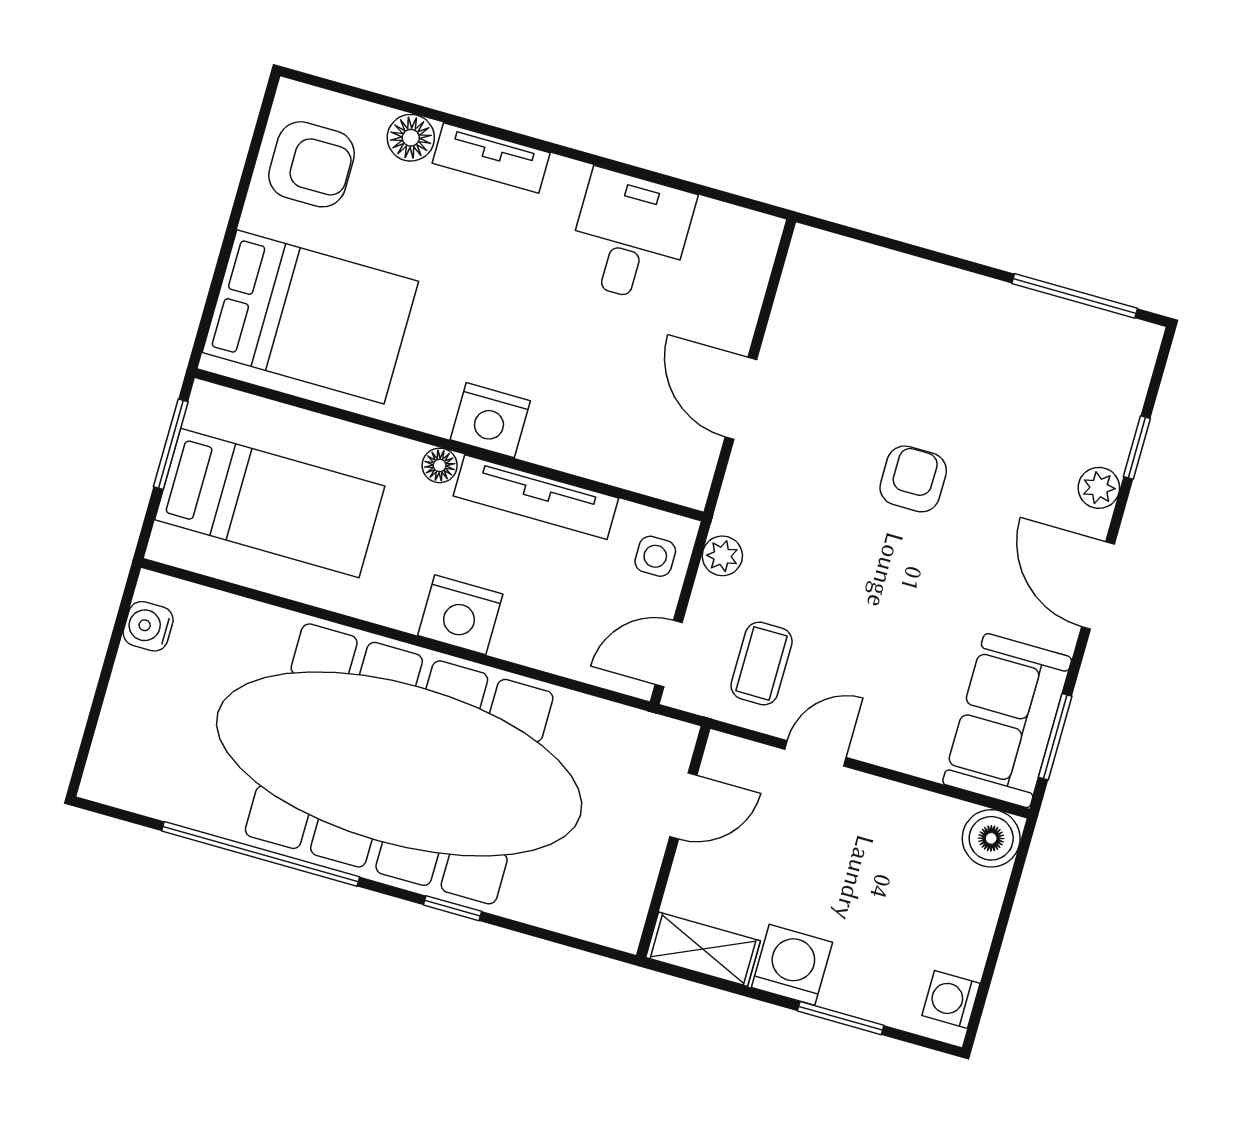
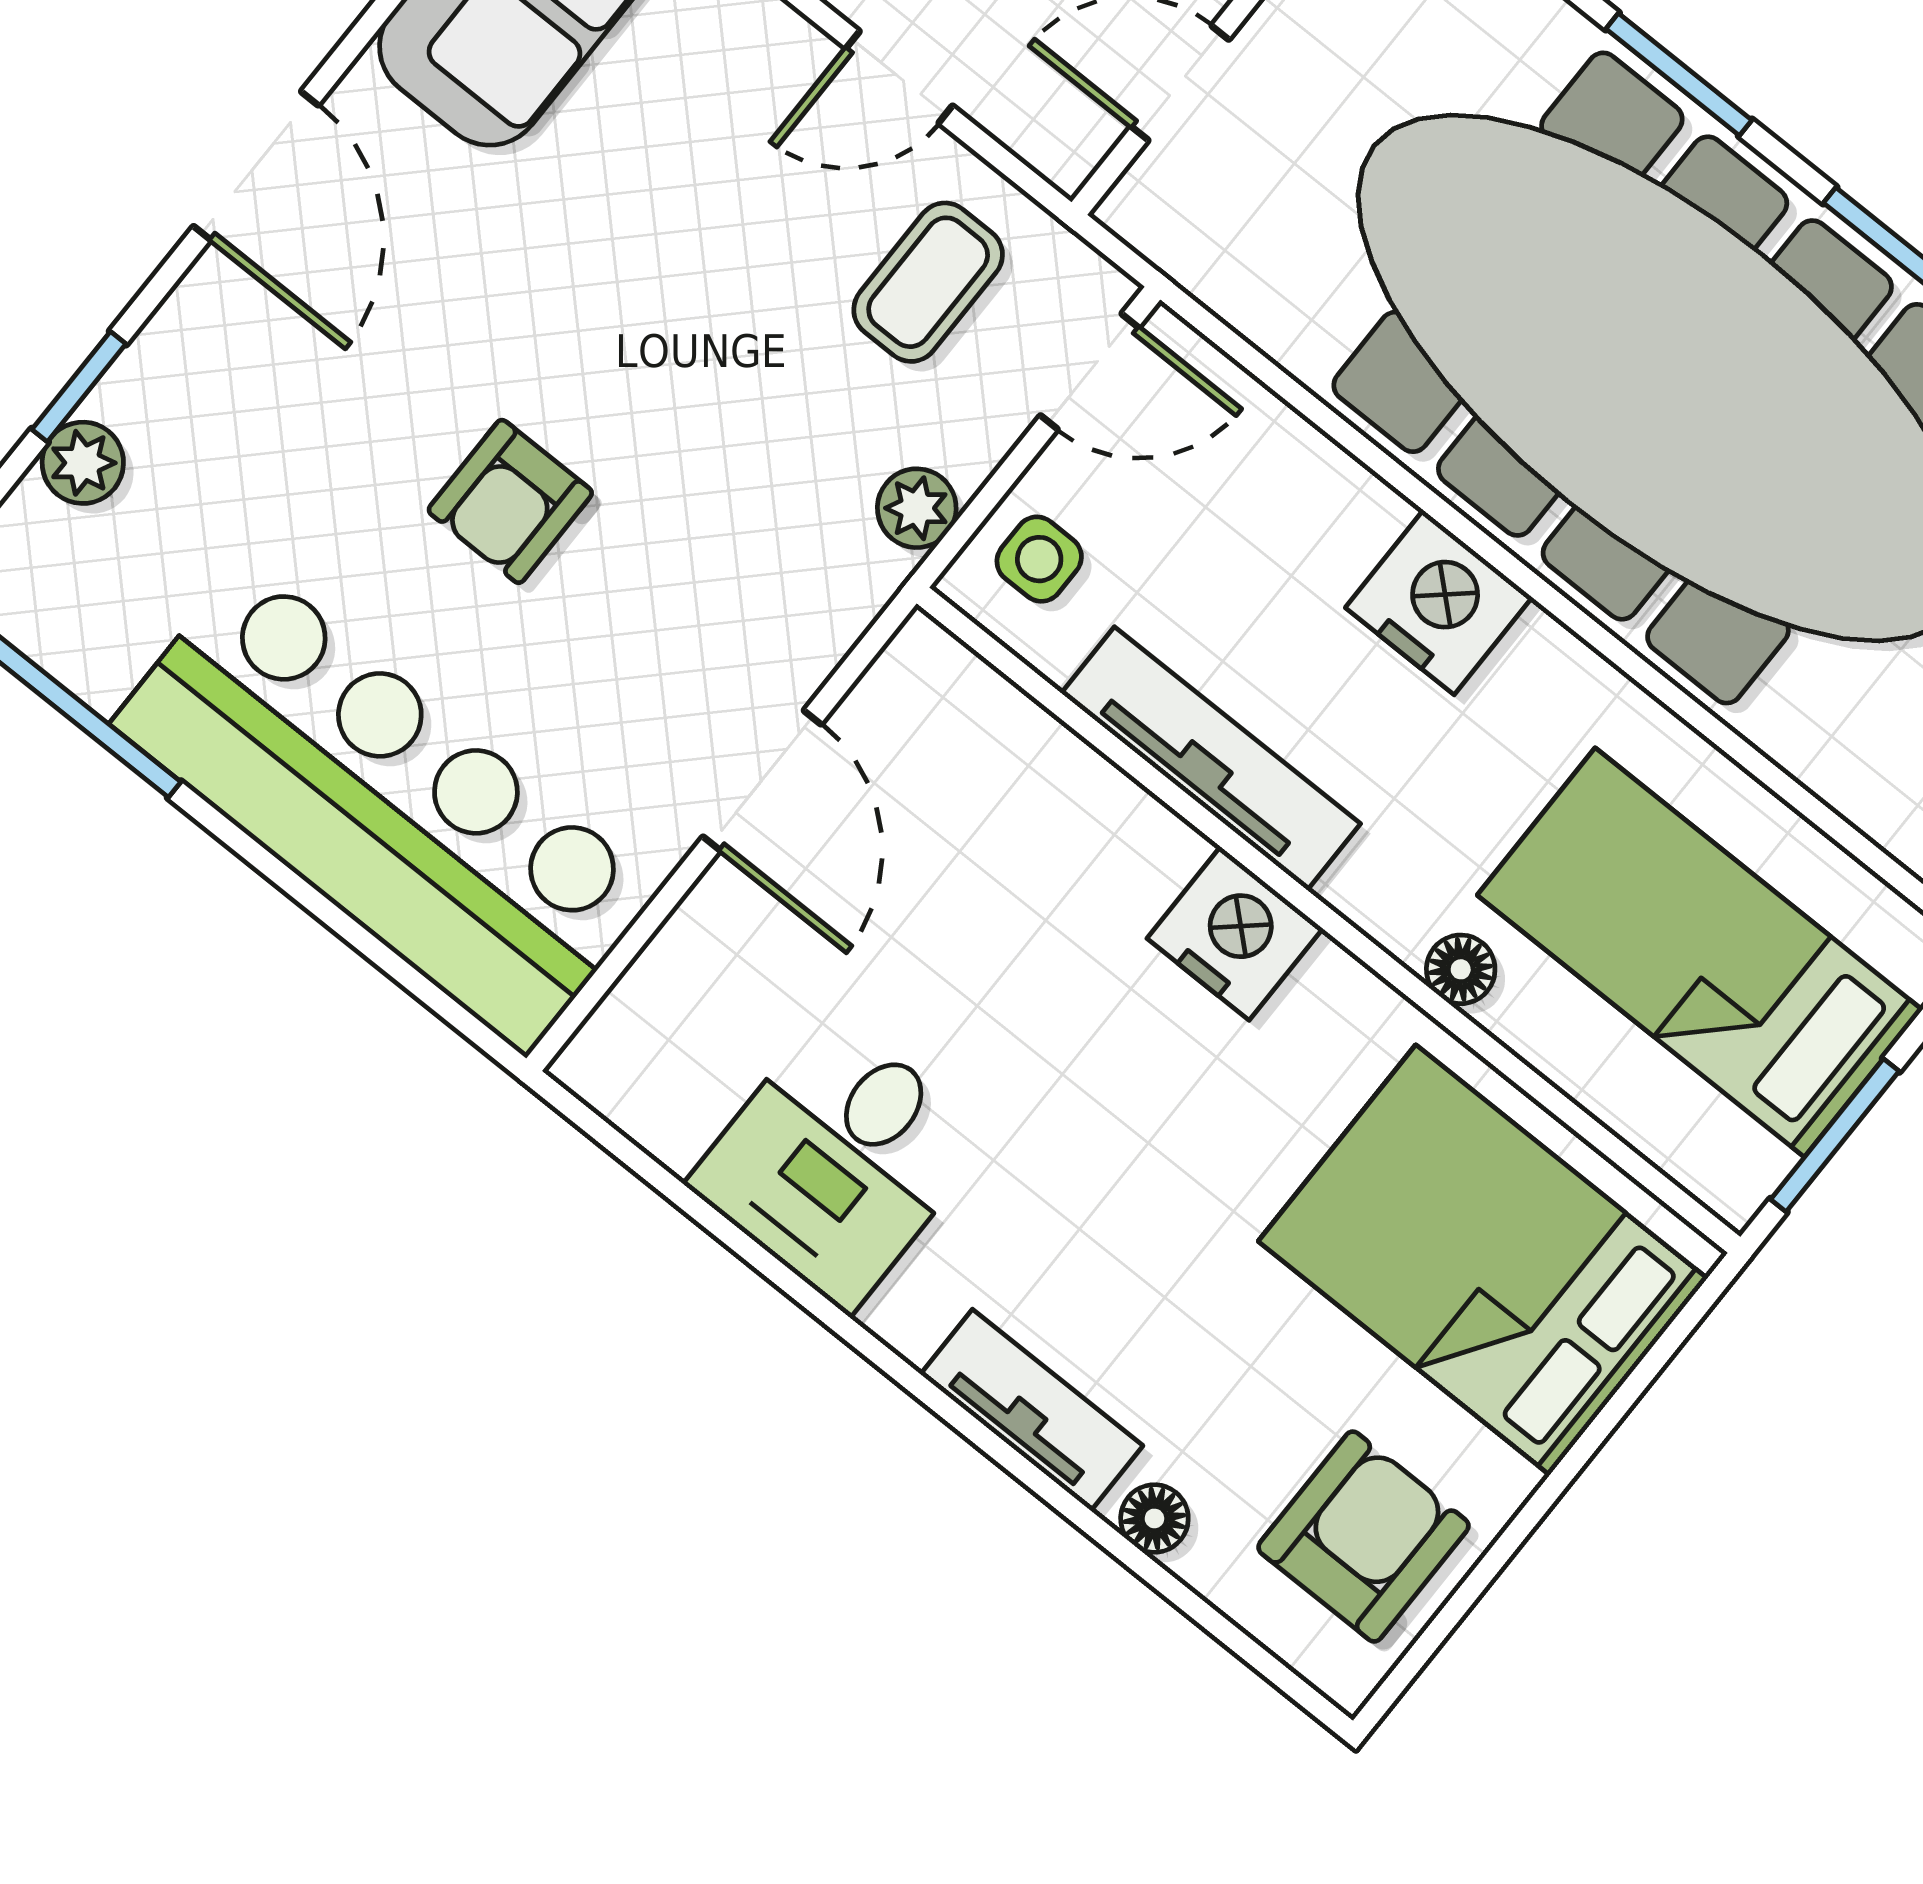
floor lamp: (411, 138) -> (1154, 1518), width x0.73, depth x0.73
armchair: (312, 164) -> (1363, 1537), turned 90
bar counter: (911, 312) -> (386, 806), added
floor lamp: (440, 465) -> (1461, 969), moved
plant: (1099, 488) -> (83, 463), moved
window: (452, 908) -> (1679, 74), width x1.50

